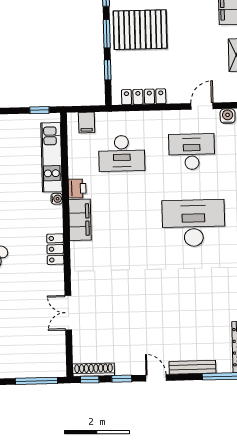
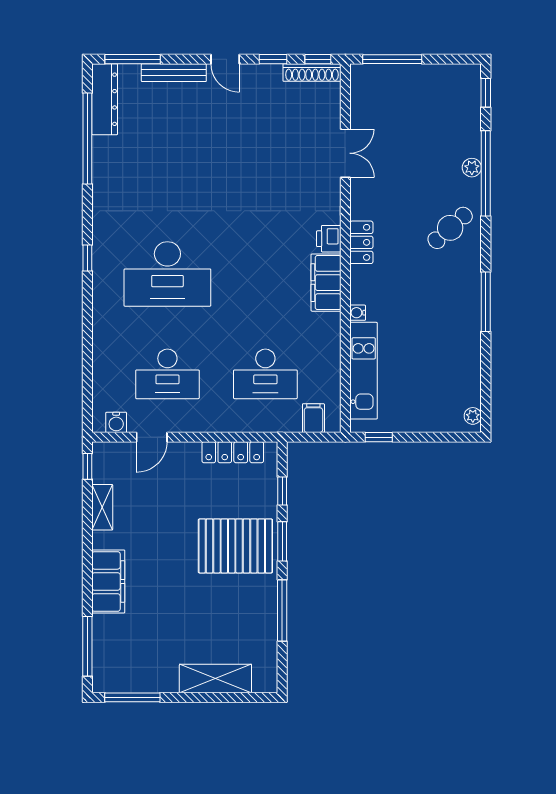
desk: (122, 153) -> (265, 374), turned 180
printer: (77, 188) -> (329, 239), moved

